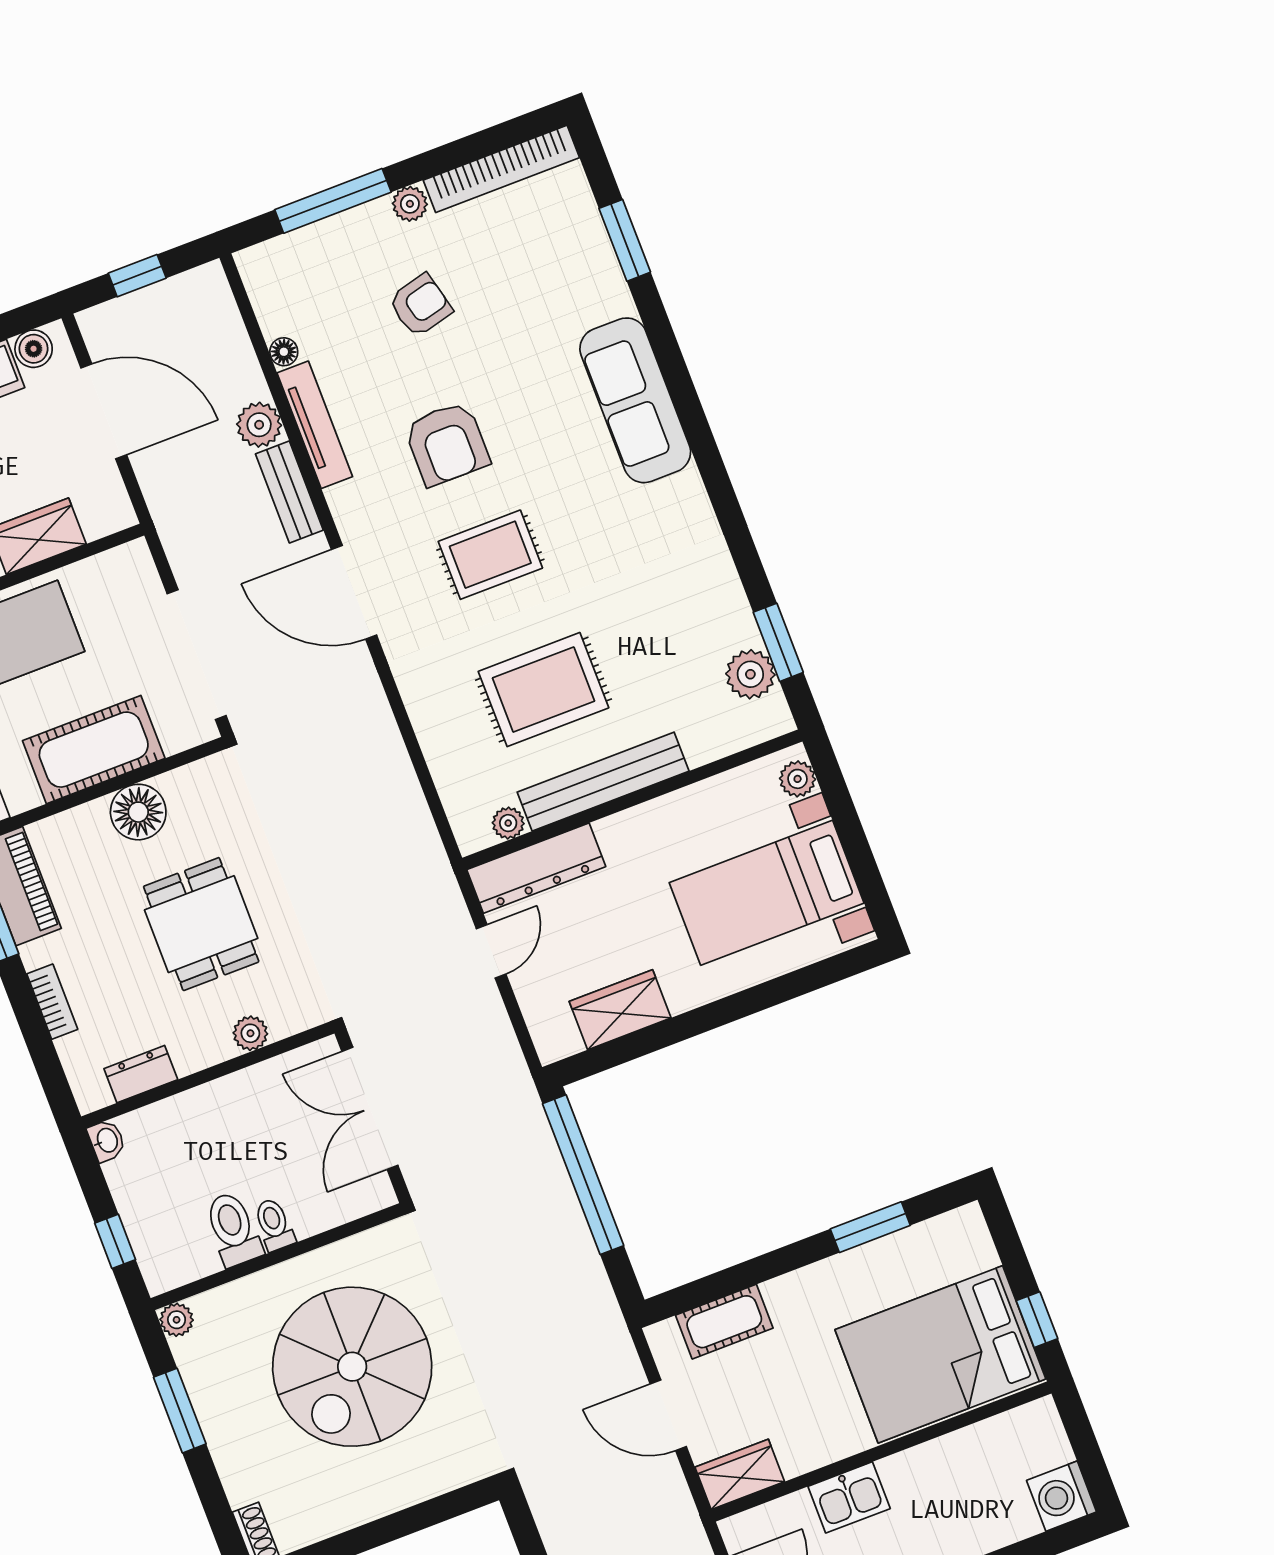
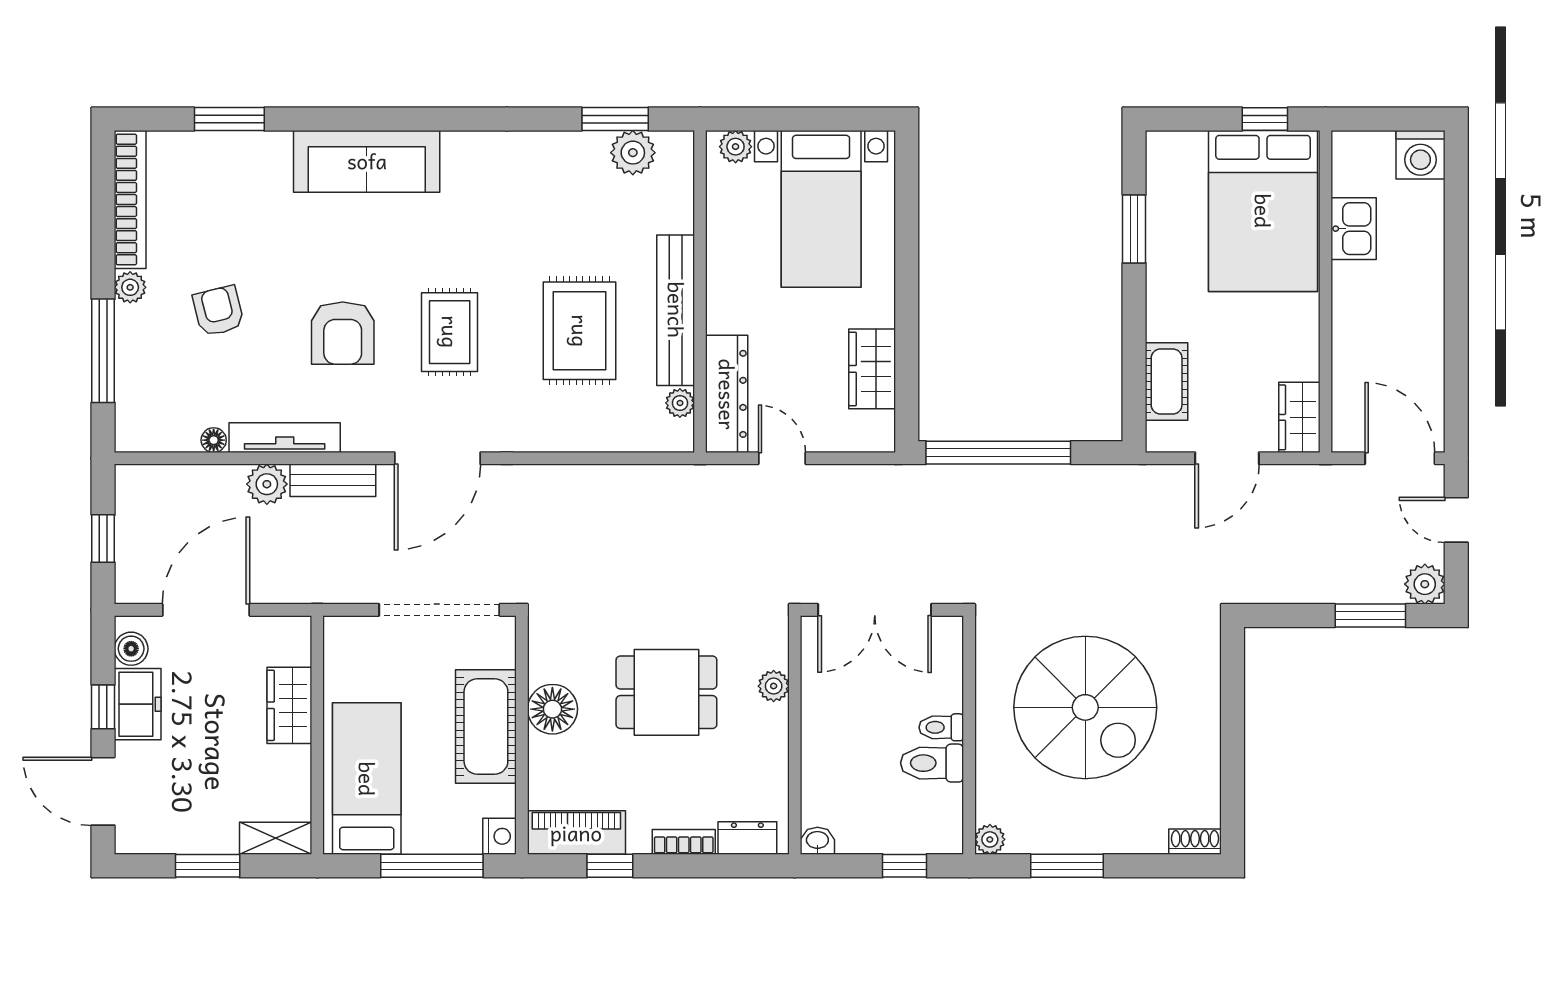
armchair: (447, 444) -> (343, 333), turned 90
dresser: (141, 1074) -> (747, 838), moved, turned 90
kitchen sink: (849, 1497) -> (1354, 229), moved

